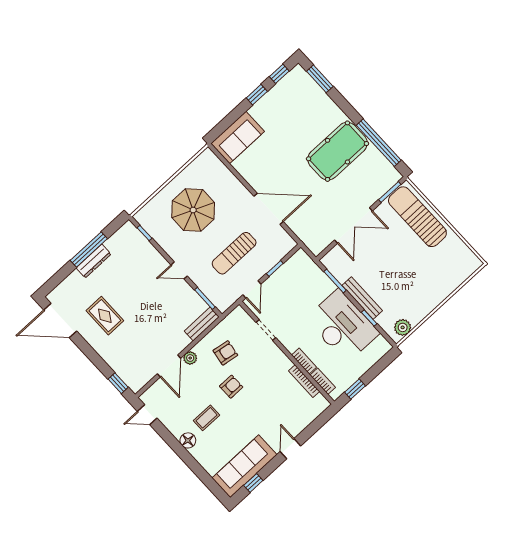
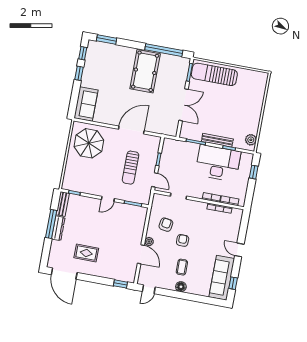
parasol: (193, 210) -> (89, 143), moved
door: (60, 320) -> (64, 274), hinge flipped
bench: (202, 324) -> (63, 204), moved
window: (355, 389) -> (254, 172), moved

